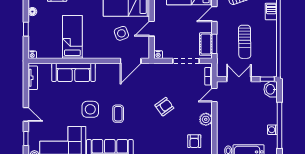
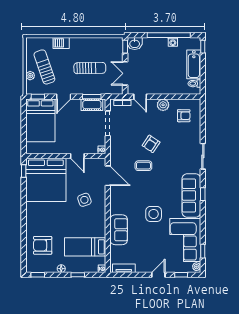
door: (214, 14) -> (64, 97), hinge flipped
side table: (121, 33) -> (84, 200), moved
bed: (72, 37) -> (85, 247), moved
sofa: (74, 72) -> (119, 230), width x0.73
armchair: (164, 107) -> (151, 144), turned -110
coffee table: (118, 114) -> (143, 166), moved

